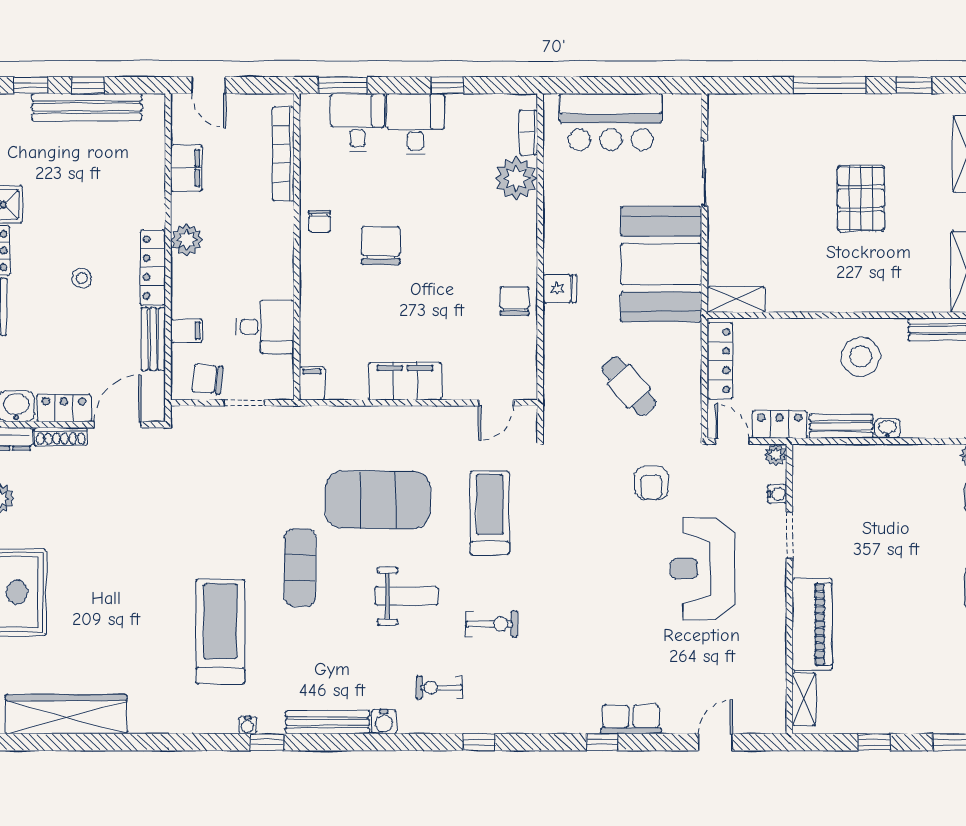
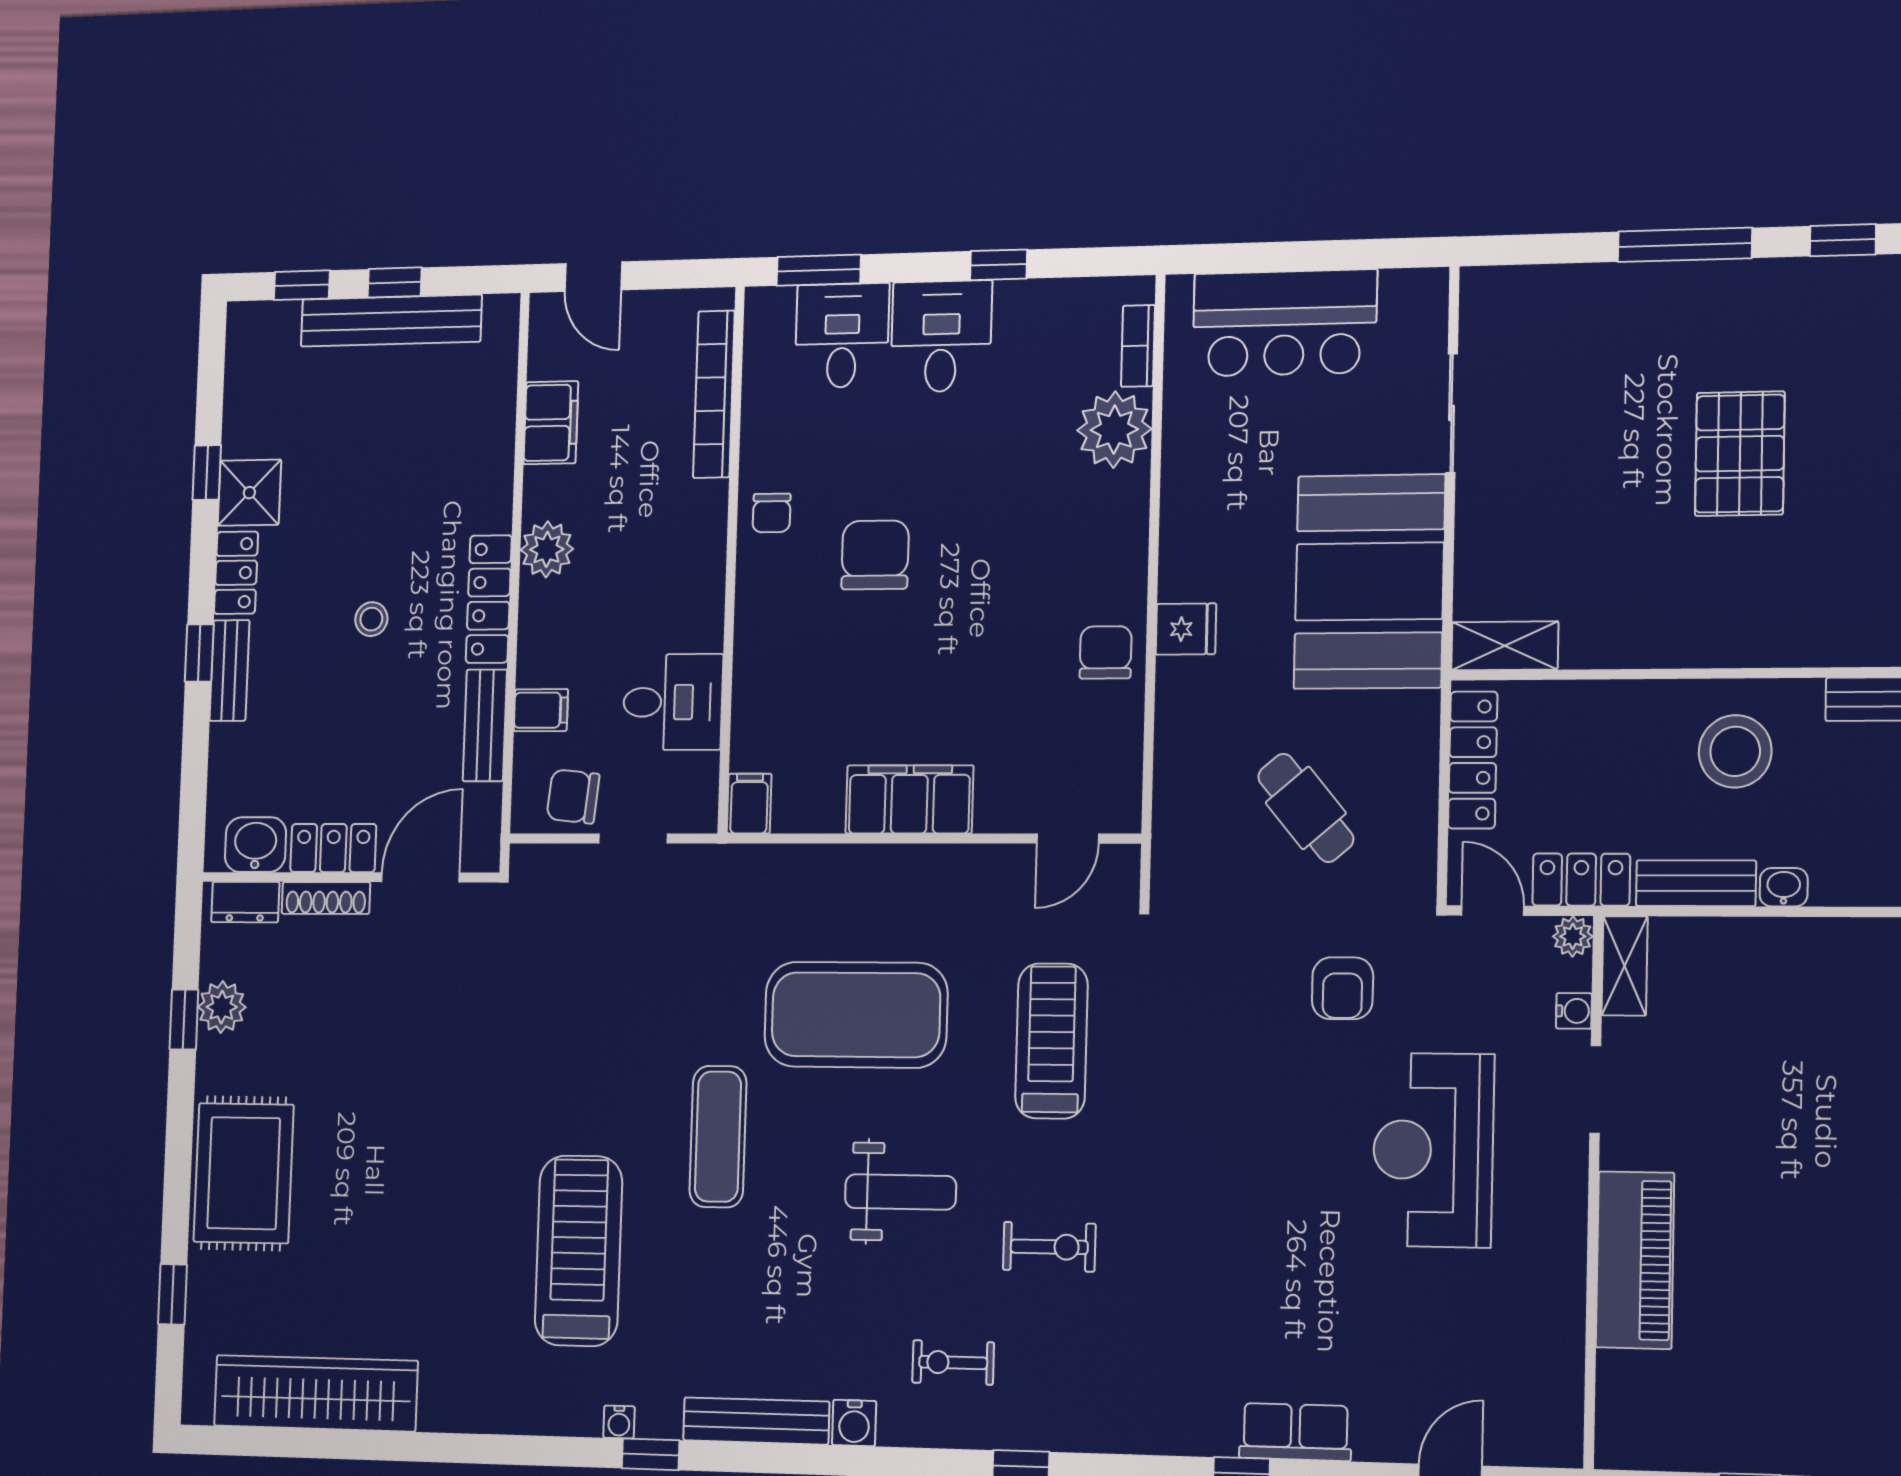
shelving: (804, 699) -> (1625, 966), moved

